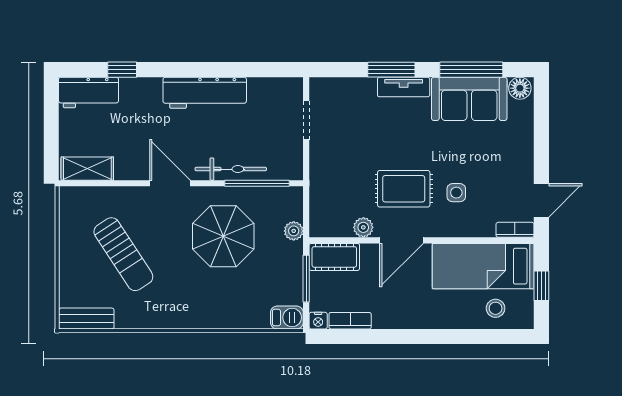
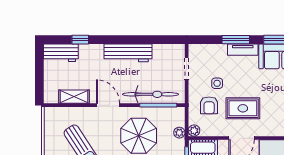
shelving: (87, 169) -> (74, 97), moved
bicycle: (231, 169) -> (151, 94), width x1.37, depth x1.40
armchair: (345, 184) -> (209, 105), added
side table: (456, 193) -> (217, 83), moved
plant: (363, 227) -> (194, 131), moved

